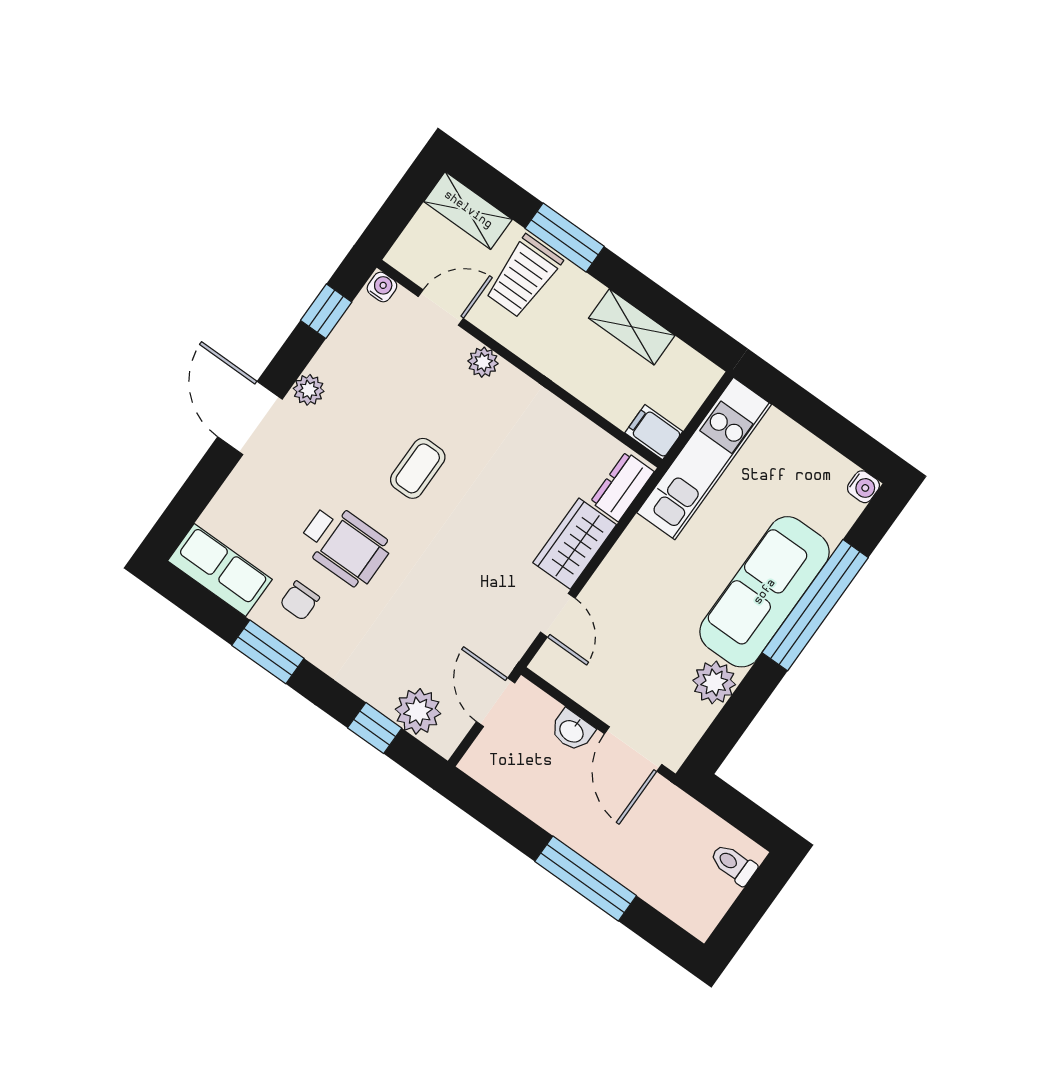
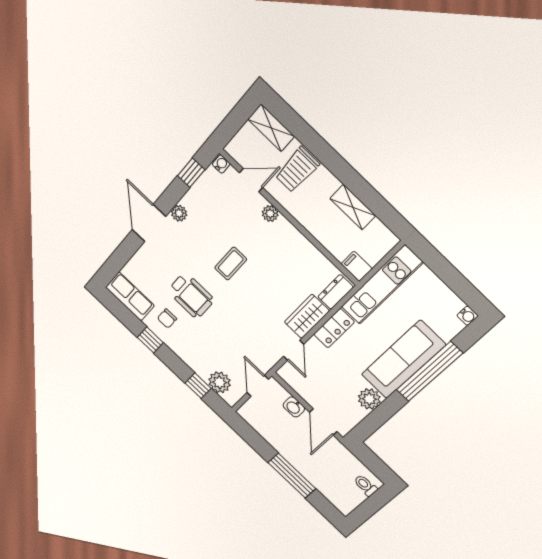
window: (565, 237) -> (322, 151), removed
locker: (629, 557) -> (334, 328), added
window: (268, 652) -> (150, 340), width x0.67

